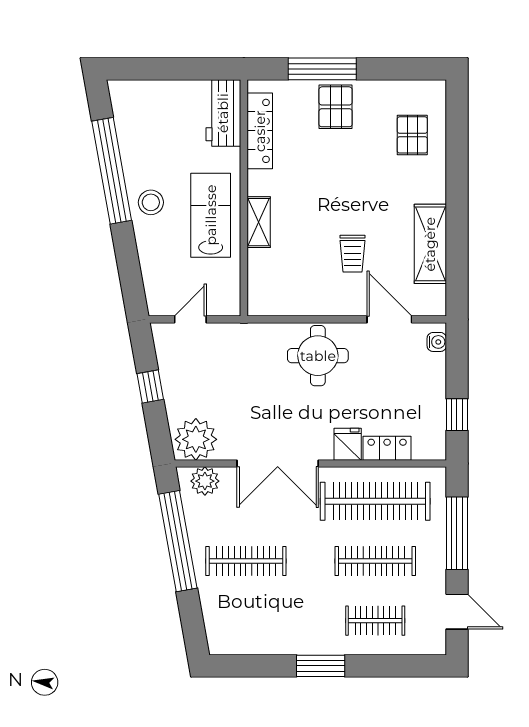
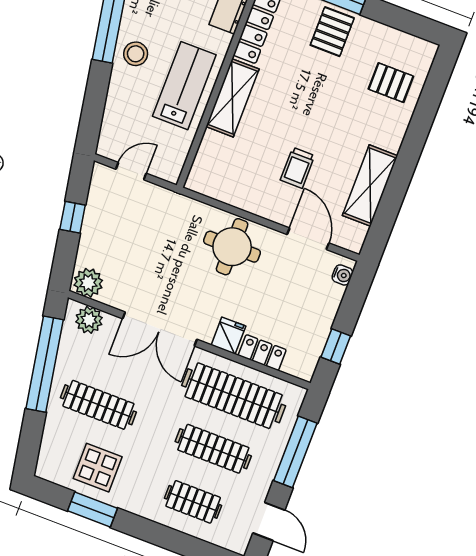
pallet: (412, 135) -> (391, 83), turned 90
shelving: (259, 222) -> (232, 98), width x1.50, depth x1.33
plant: (196, 439) -> (88, 283), width x0.73, depth x0.73
display table: (269, 623) -> (98, 468), added
window: (321, 666) -> (92, 509), moved

